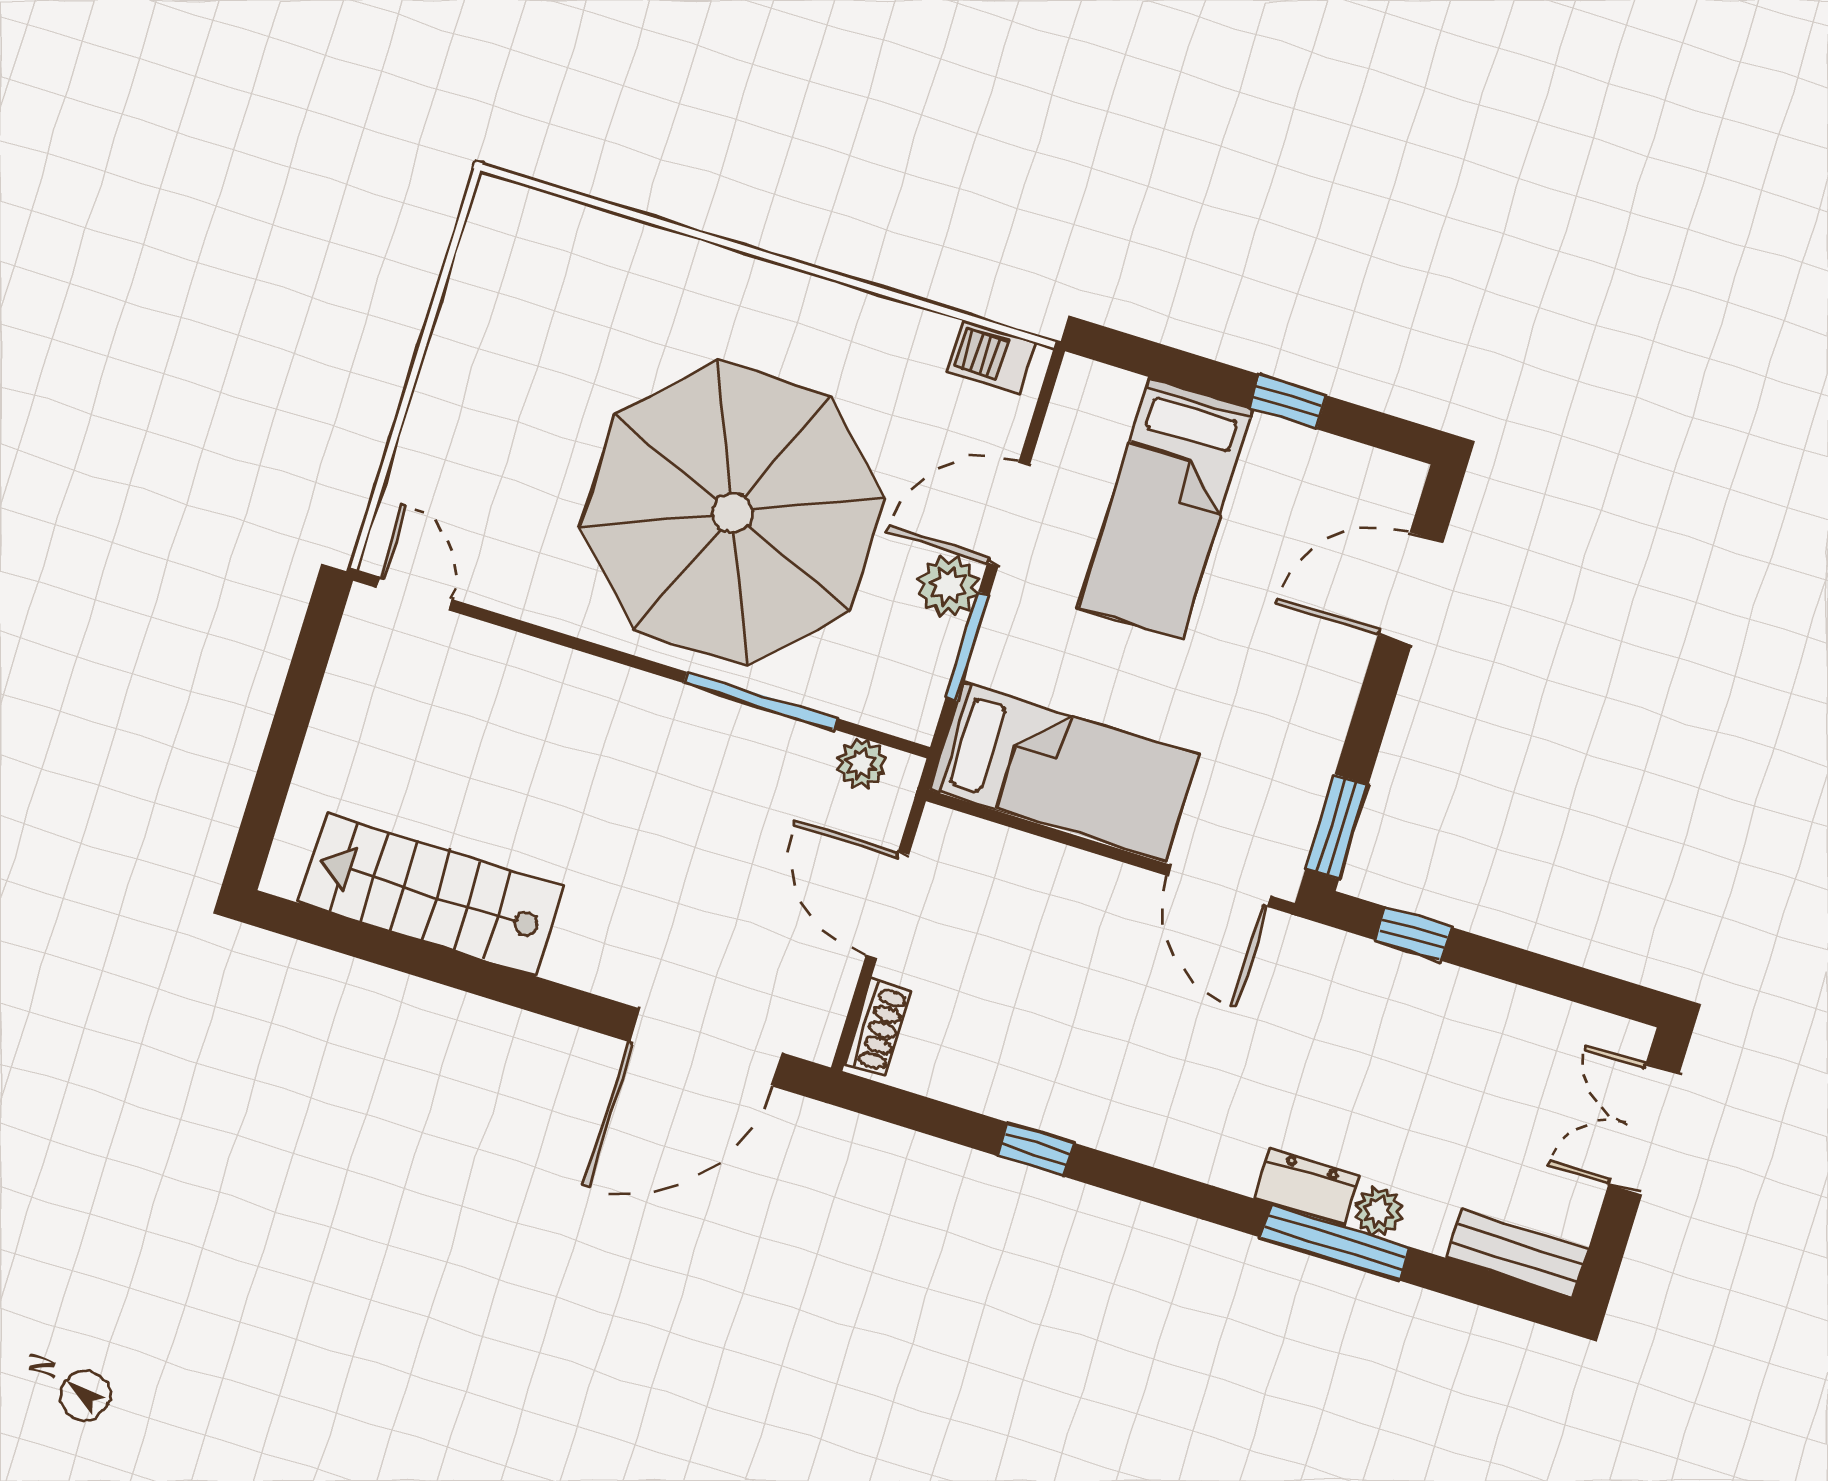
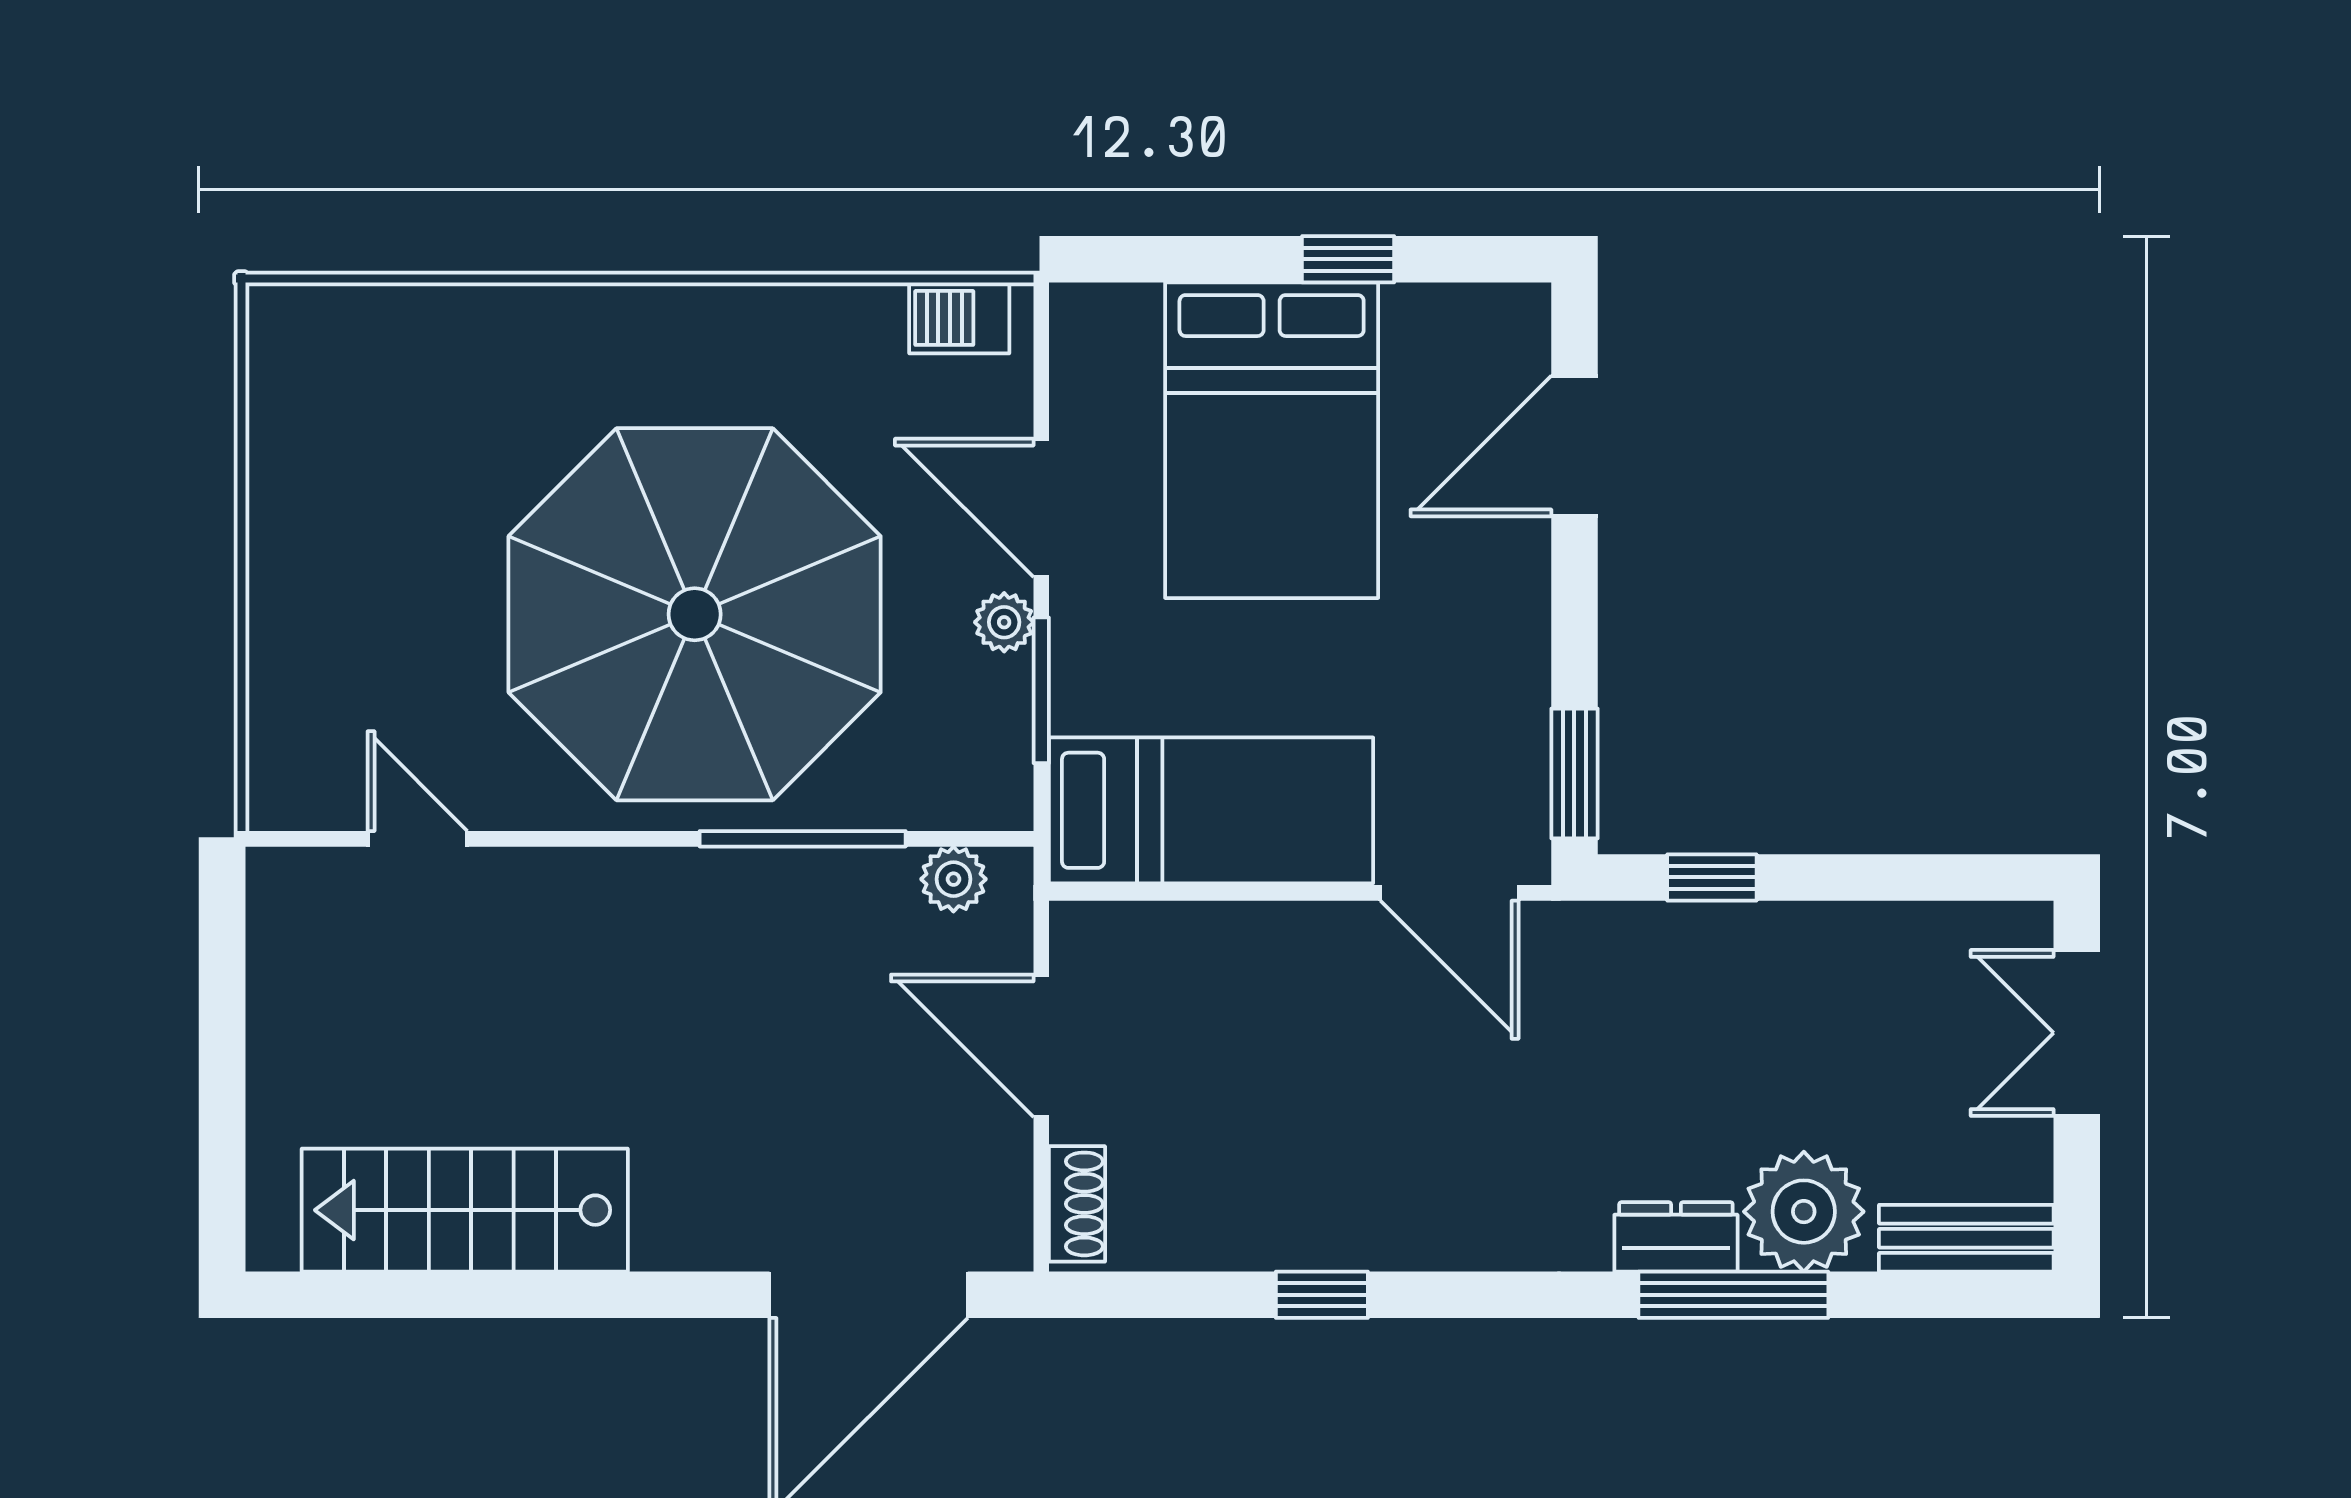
bed: (1166, 508) -> (1272, 440), width x1.50
door: (1009, 514) -> (1041, 508), hinge flipped
plant: (948, 586) -> (1004, 622), width x0.73, depth x0.73
door: (414, 593) -> (418, 839), moved
plant: (1378, 1212) -> (1804, 1212), width x1.88, depth x1.88

